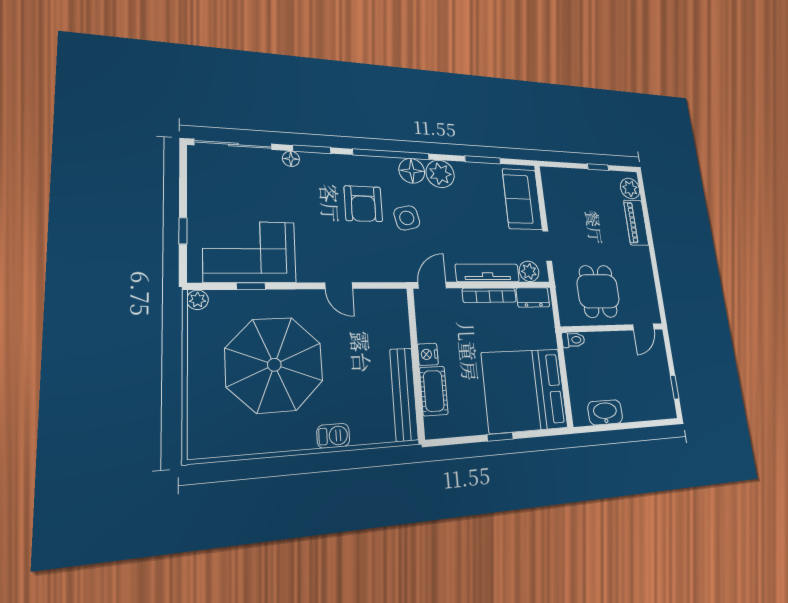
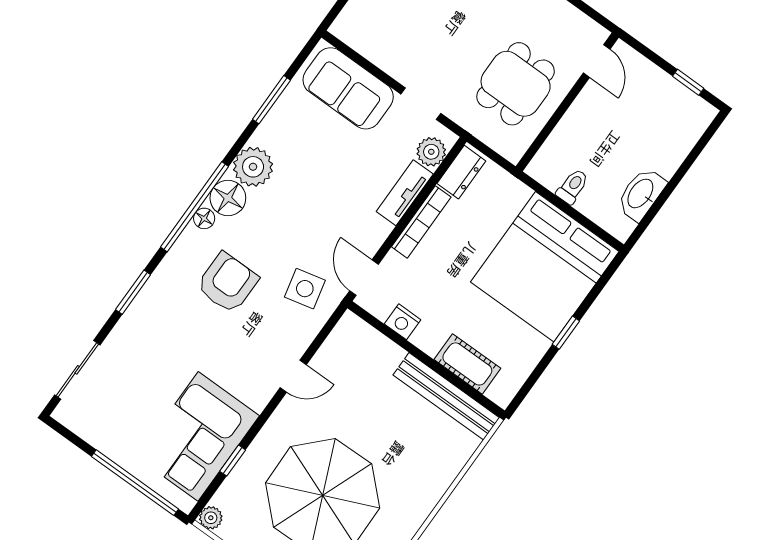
sliding door: (234, 144) -> (77, 370), width x0.73
floor lamp: (291, 159) -> (204, 218), moved
armchair: (363, 204) -> (227, 283), turned -90
side table: (407, 218) -> (305, 289), moved
window: (183, 231) -> (135, 483), width x3.17
tv unit: (488, 273) -> (405, 193), width x0.71
dining table: (598, 291) -> (516, 84), turned 90
toilet: (573, 340) -> (573, 186), moved
nightstand: (428, 354) -> (403, 322), moved
barbecue: (333, 436) -> (429, 493), removed

